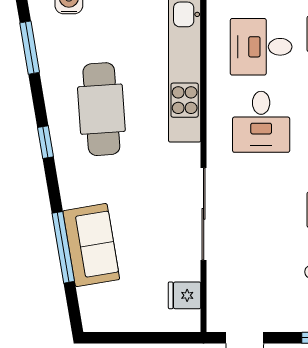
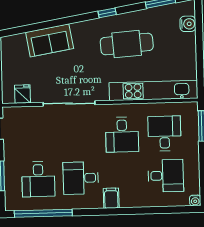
desk: (261, 122) -> (122, 135), turned -90
window: (63, 247) -> (48, 25), removed

